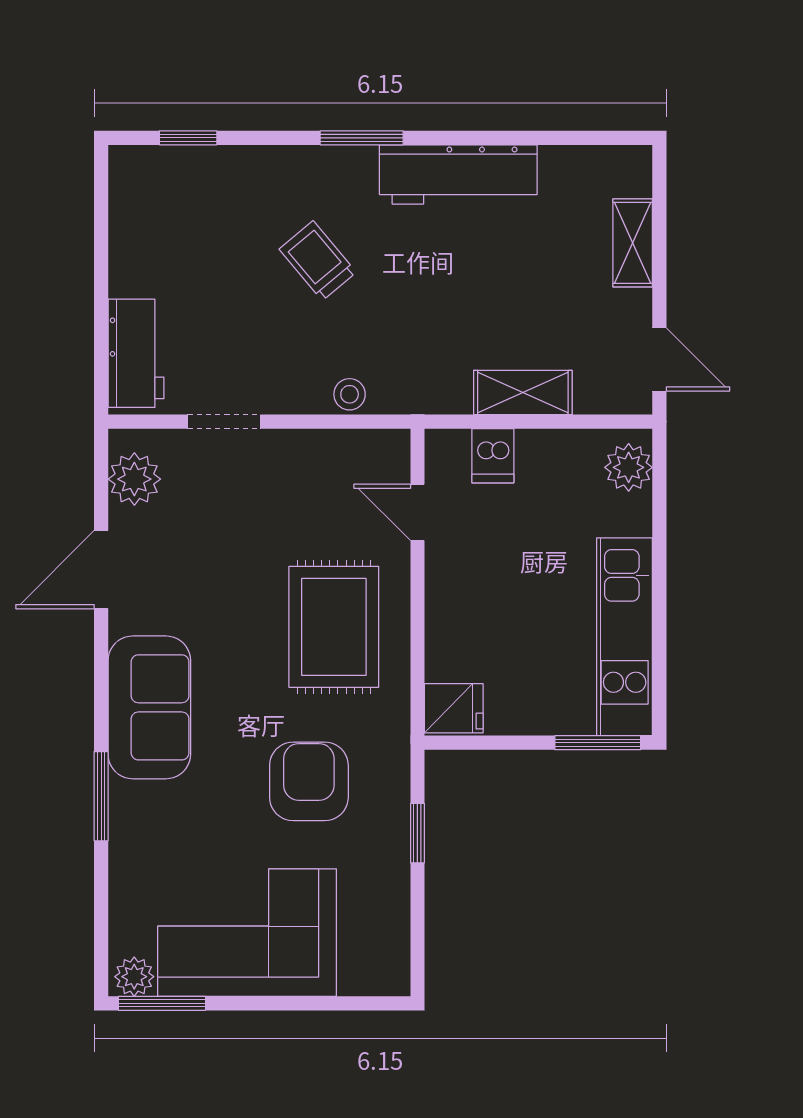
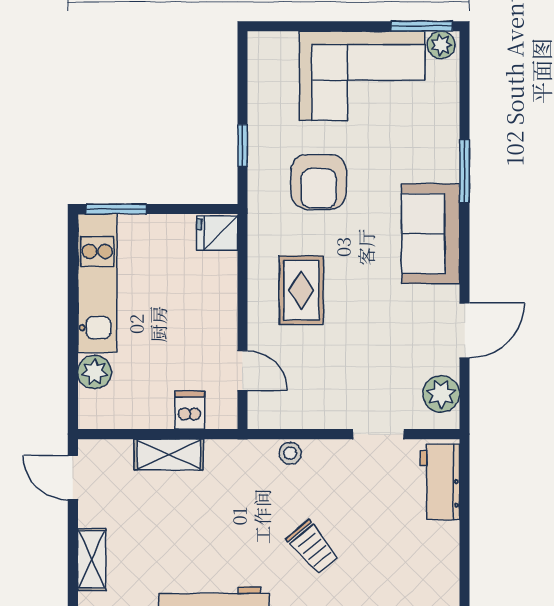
plant: (629, 467) -> (95, 372), moved
rug: (334, 627) -> (301, 290), width x0.73, depth x0.70

